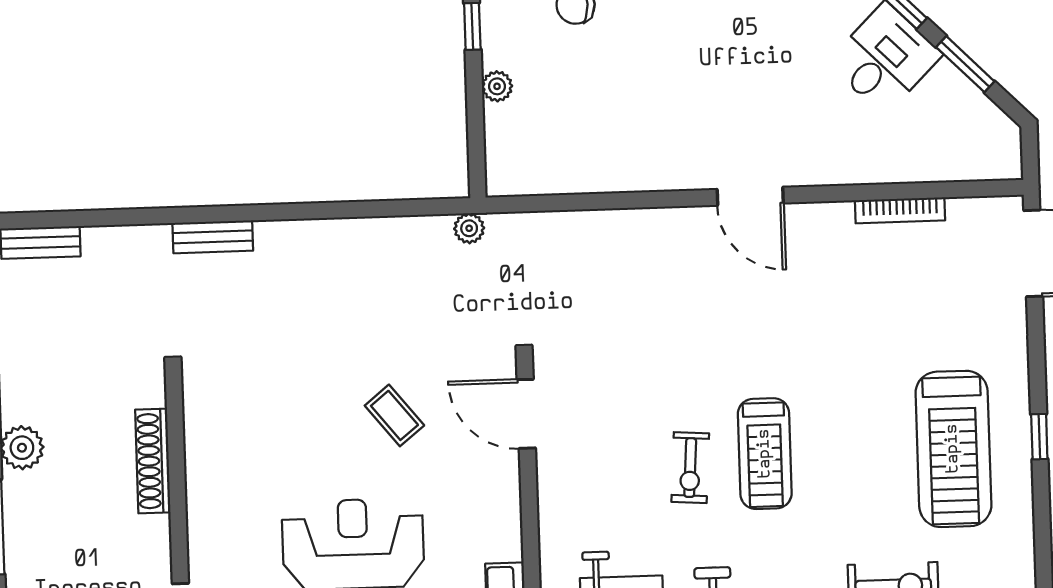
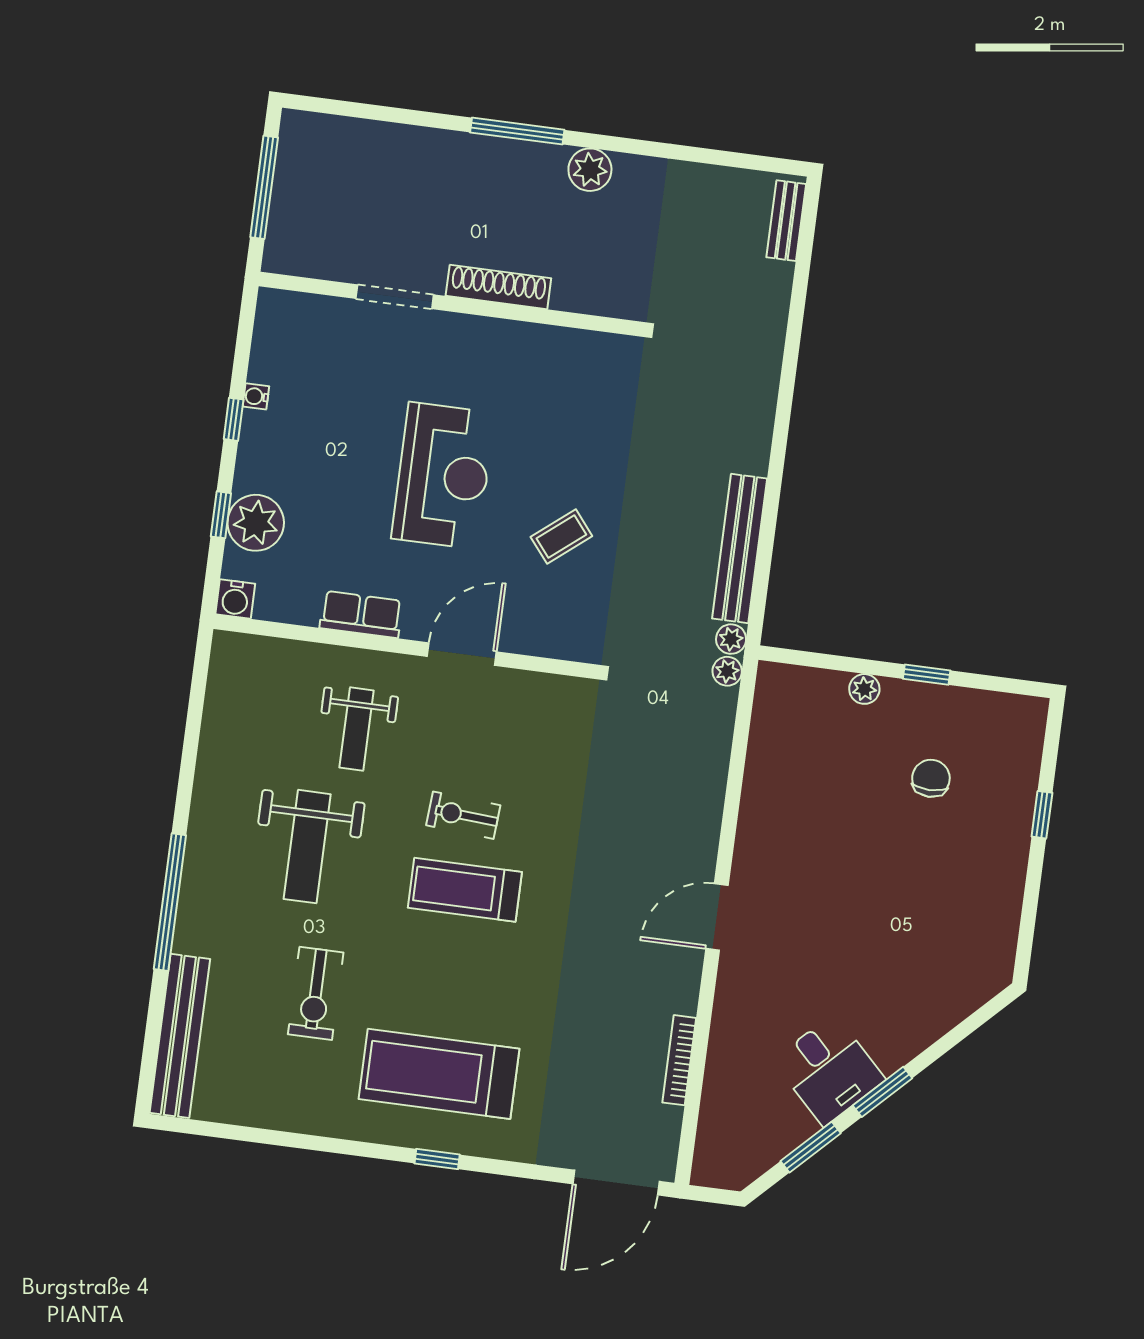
plant: (502, 227) -> (727, 671), added
bench: (213, 237) -> (740, 549), moved, width x1.86, depth x1.21
door: (526, 414) -> (462, 654), moved
shoe rack: (153, 461) -> (498, 287), moved

